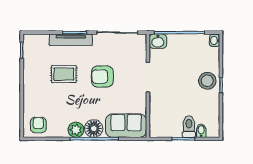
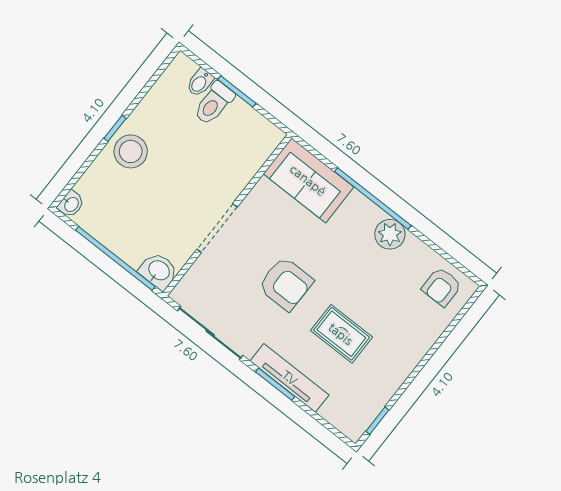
floor lamp: (94, 129) -> (361, 215), removed

